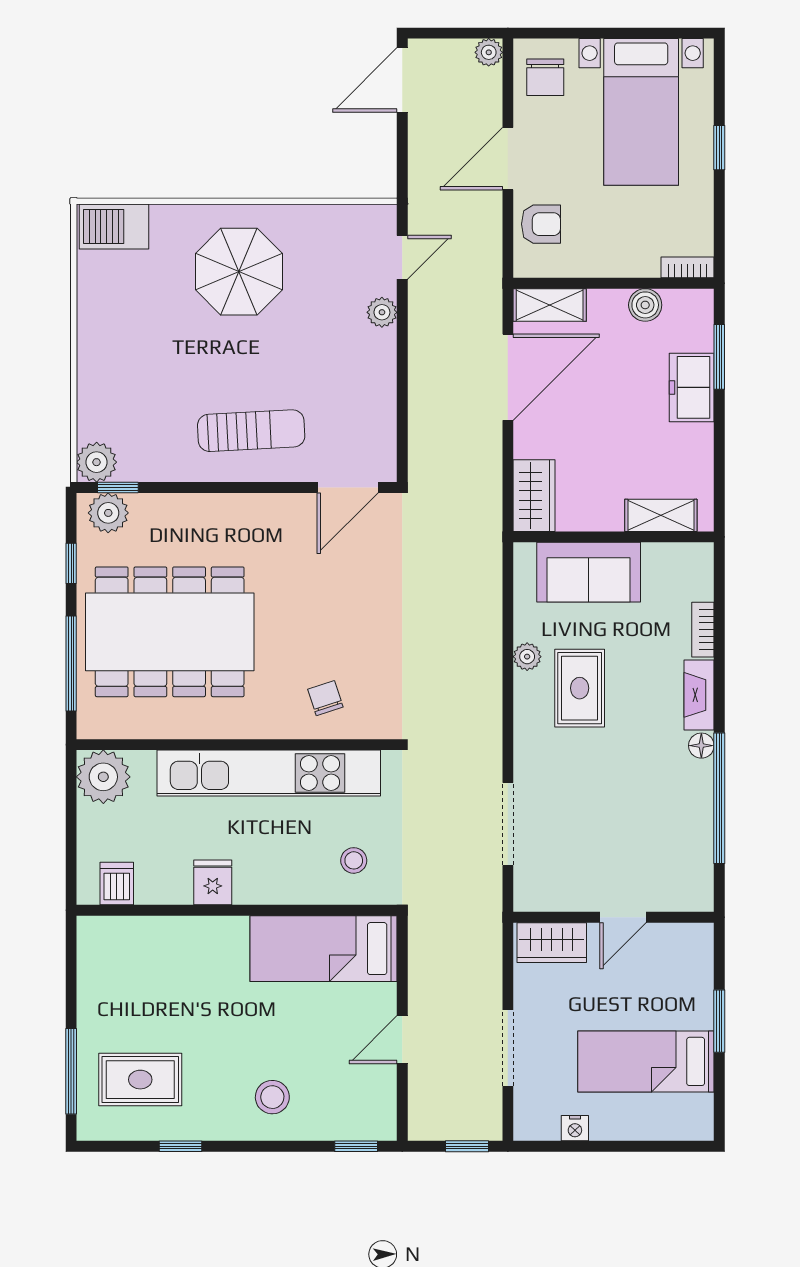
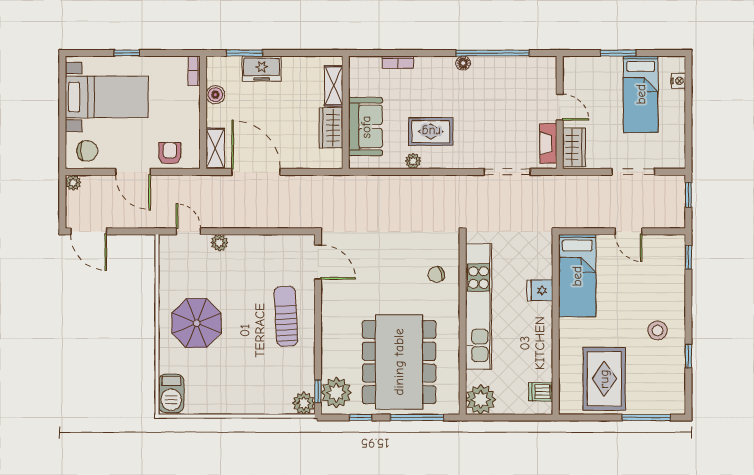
wardrobe: (534, 496) -> (331, 128), moved, turned -90
plant: (108, 513) -> (336, 393), width x1.36, depth x1.36
fireplace: (699, 695) -> (548, 143), moved, turned 90
stool: (354, 860) -> (528, 259), removed
fridge: (213, 882) -> (540, 290), moved
rug: (140, 1080) -> (604, 379), moved, width x1.36, depth x1.43
stool: (272, 1097) -> (657, 330), moved
nightstand: (575, 1128) -> (678, 81), moved

